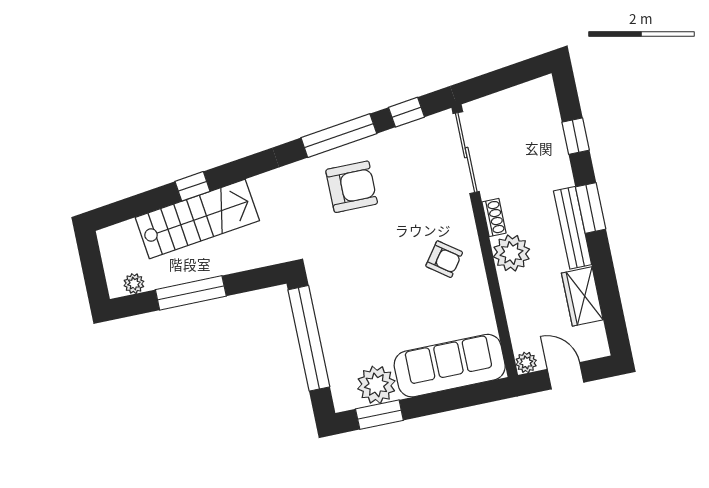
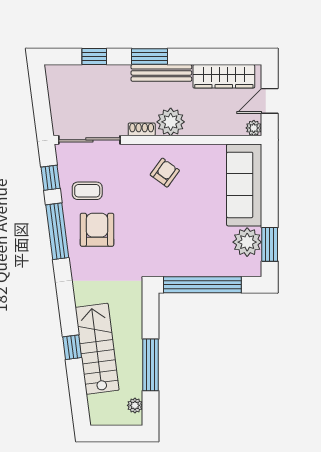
coffee table: (400, 163) -> (87, 191), added
wardrobe: (582, 296) -> (224, 76), width x1.50

